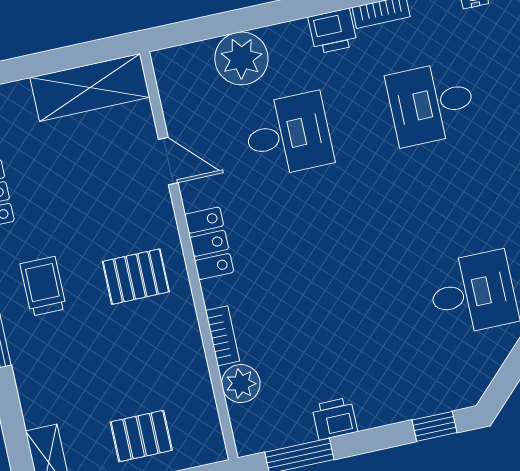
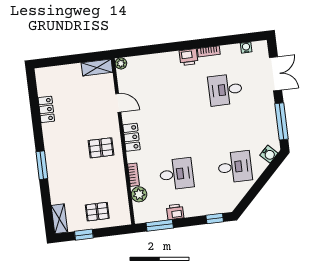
plant: (241, 58) -> (121, 63), moved, width x0.53, depth x0.53
shelving: (90, 87) -> (97, 67), width x0.67, depth x0.75
desk: (288, 135) -> (177, 174), moved
trolley: (43, 286) -> (64, 148), removed

